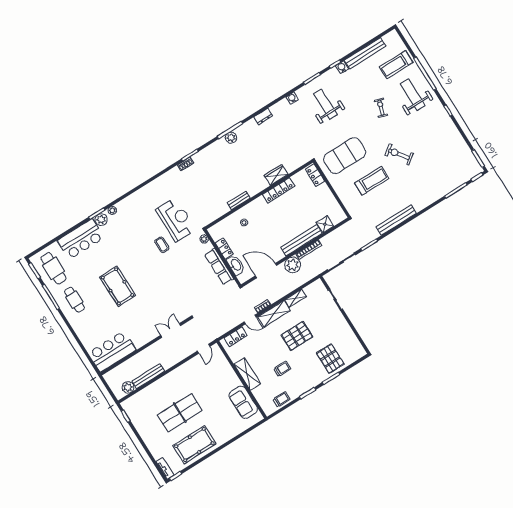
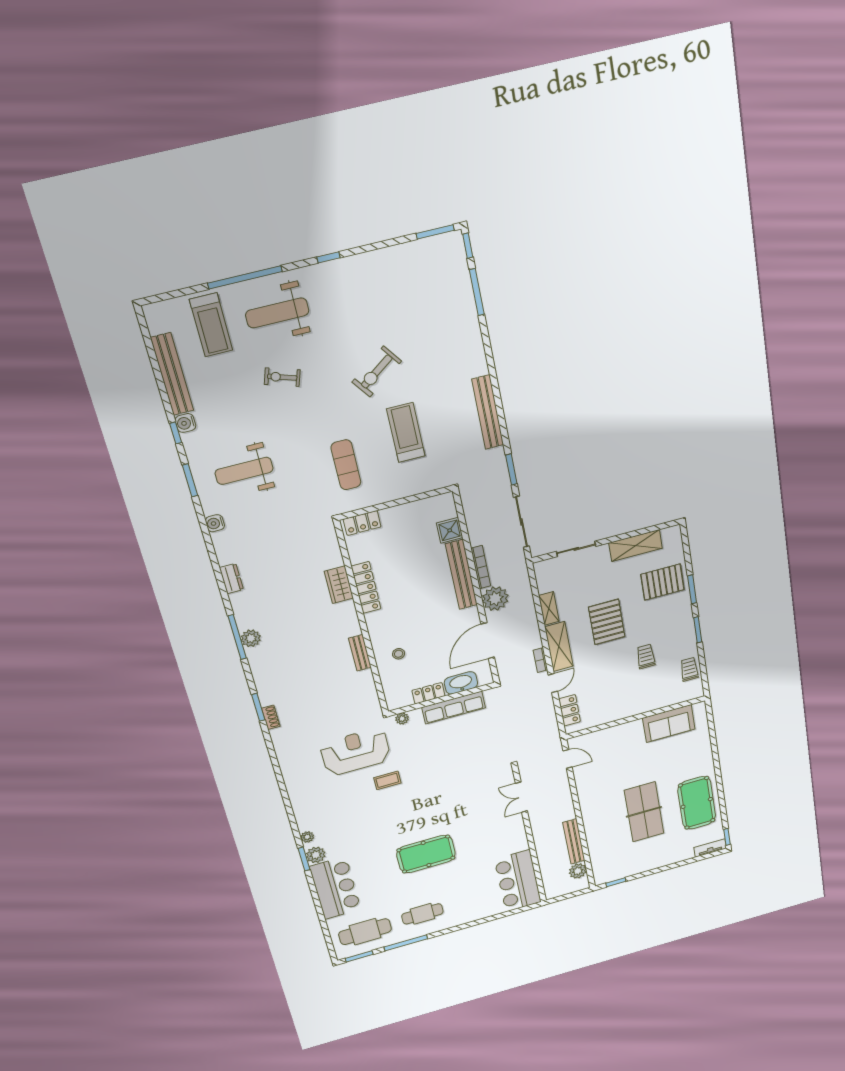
exercise mat: (345, 156) -> (346, 465), width x0.50, depth x0.69
shelving: (247, 374) -> (636, 546), moved

